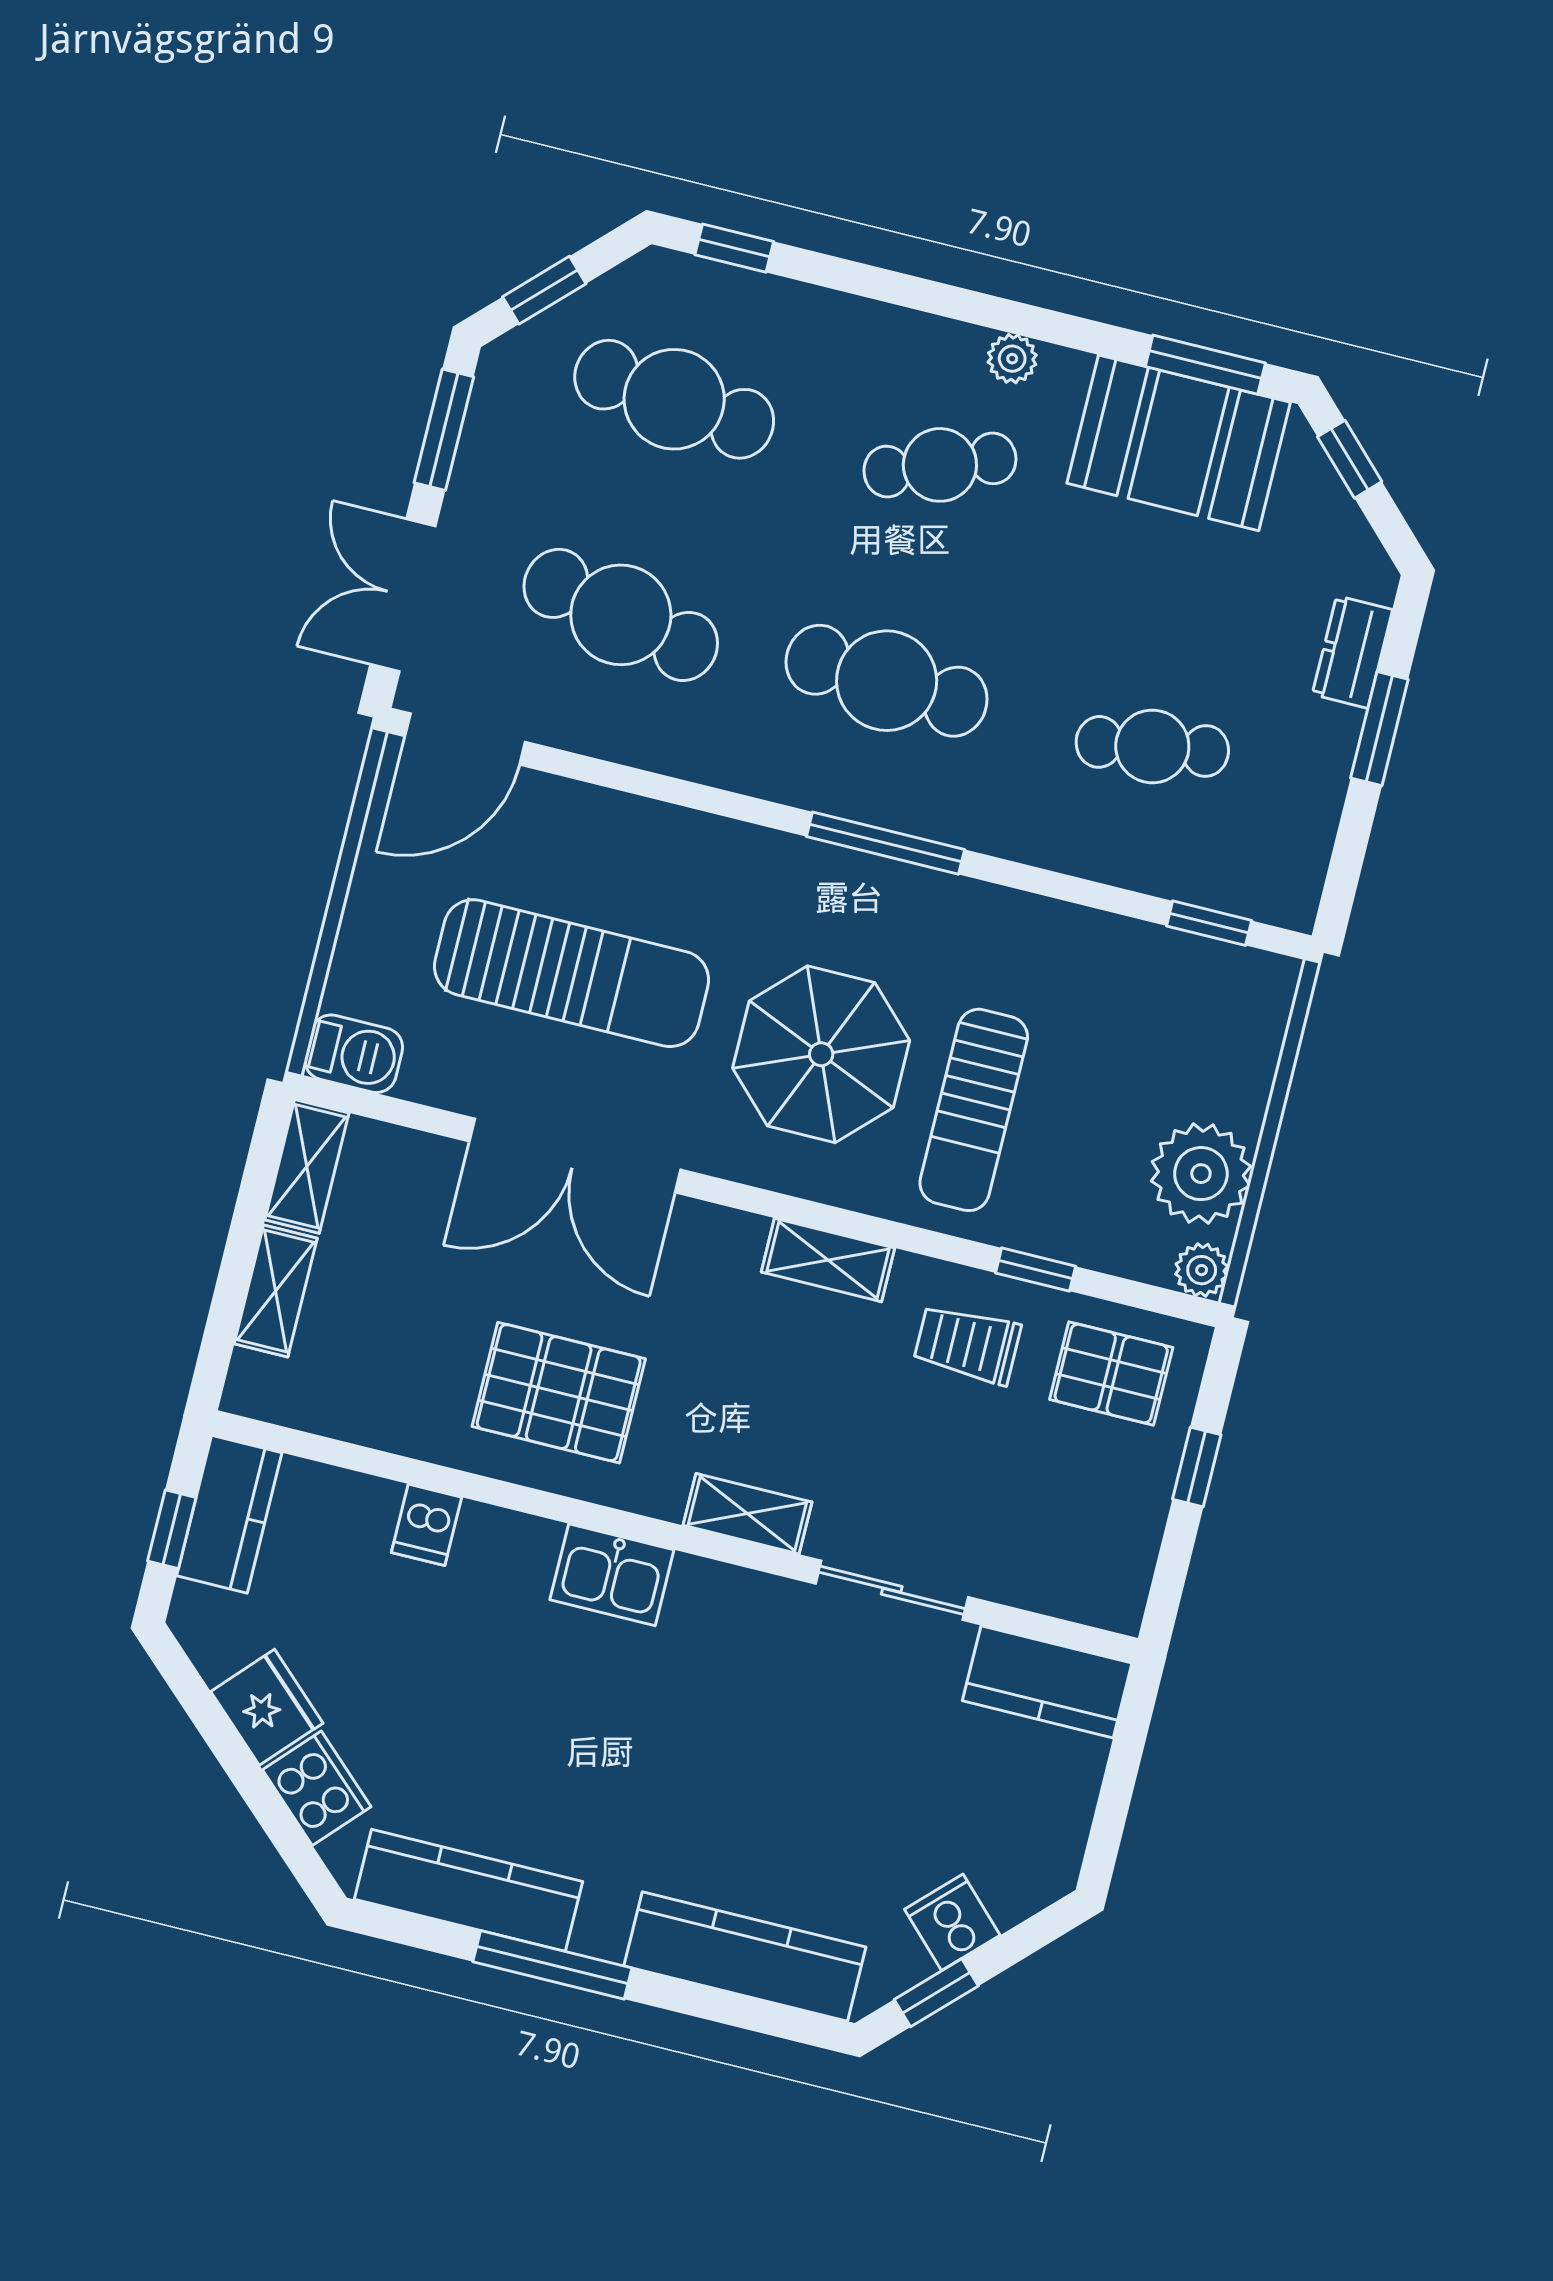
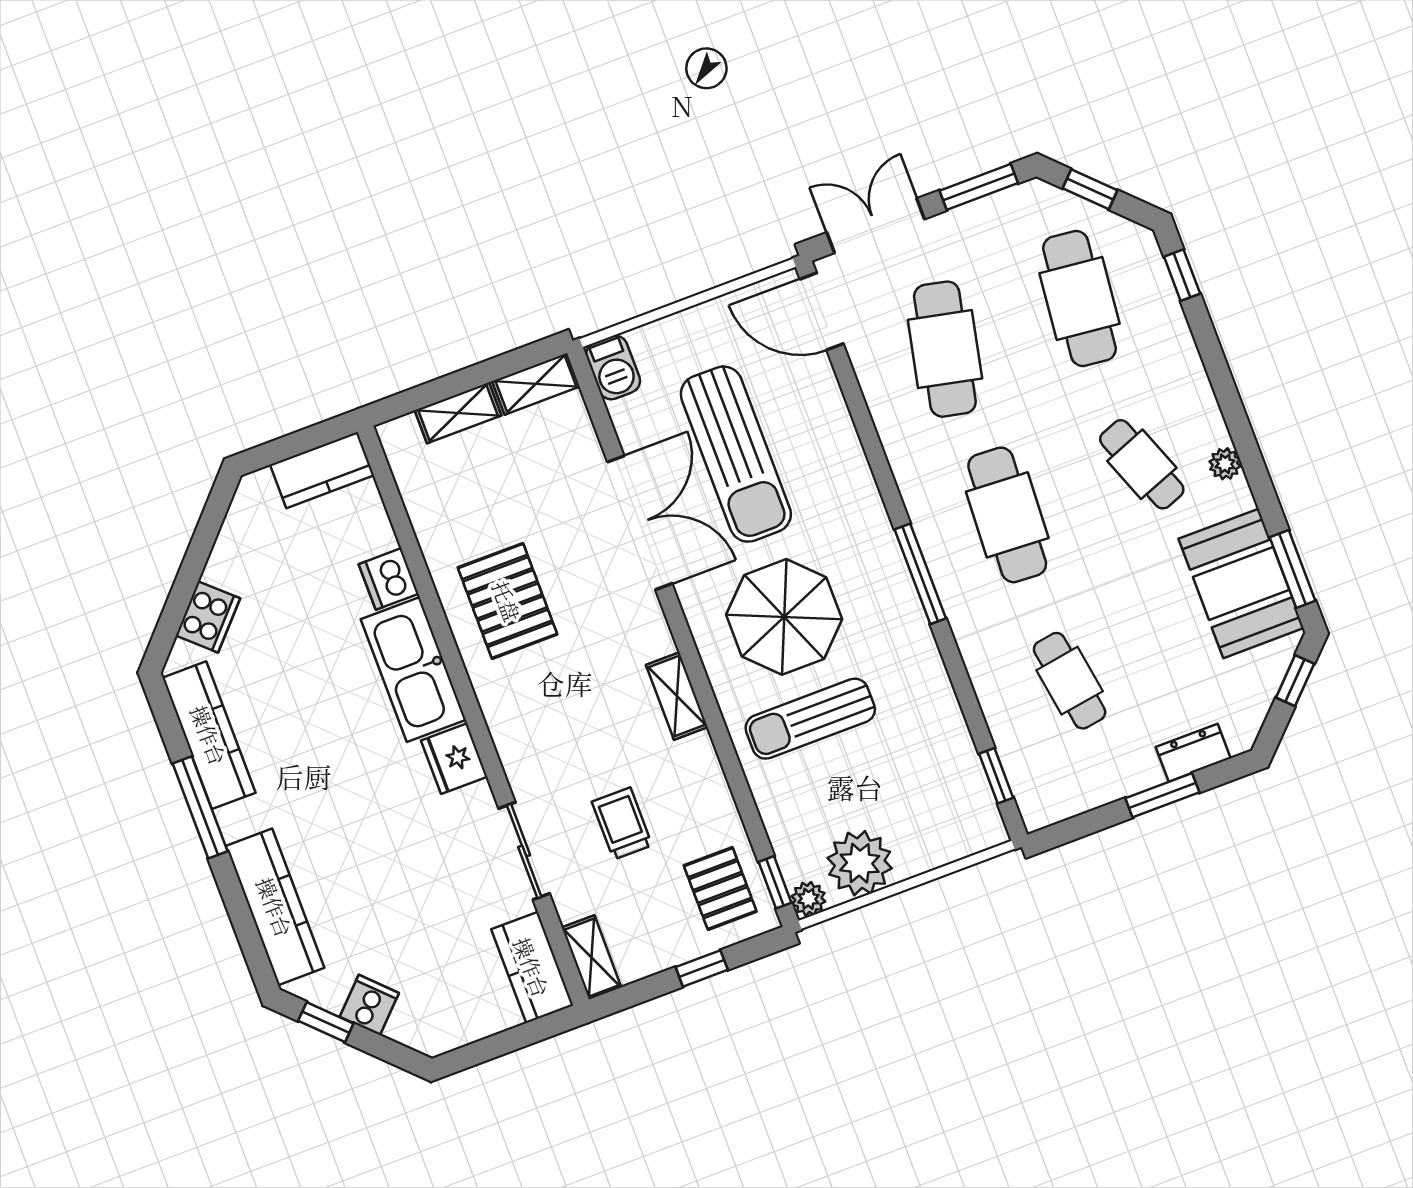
double door: (575, 1156) -> (640, 523), swing flipped
window: (1036, 1270) -> (775, 882), moved
trolley: (967, 1344) -> (622, 823), moved
shelving: (747, 1514) -> (592, 957), moved
dishwasher: (426, 1525) -> (389, 579), width x1.38
window: (172, 1529) -> (293, 445), removed
kitchen sink: (612, 1575) -> (413, 670), width x1.88, depth x1.24
fridge: (267, 1707) -> (454, 759), moved, turned 137

